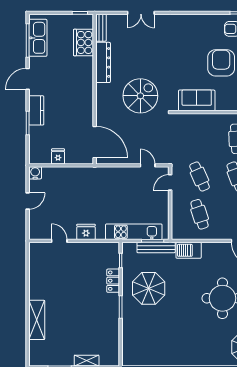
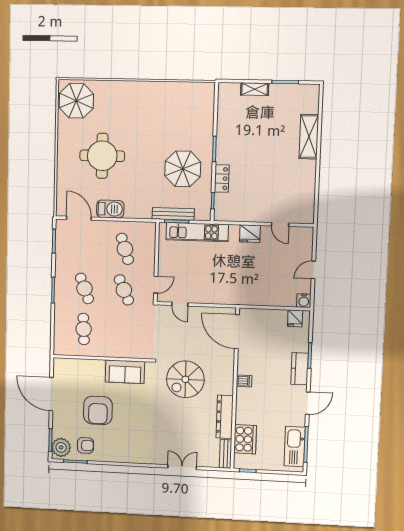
dishwasher: (86, 97) -> (244, 381), added
fridge: (58, 156) -> (295, 318), moved
barbecue: (189, 250) -> (110, 209), moved

